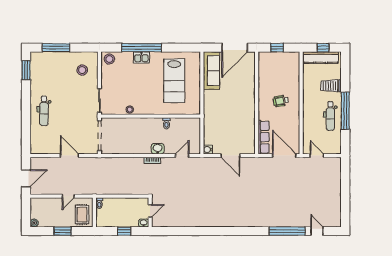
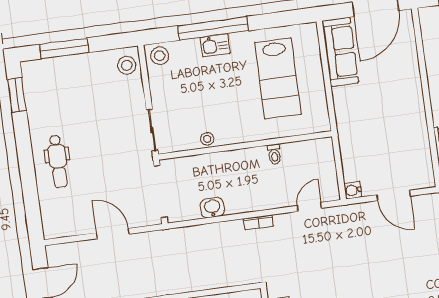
stool: (82, 70) -> (127, 65), moved
washbasin: (158, 149) -> (212, 208), moved

